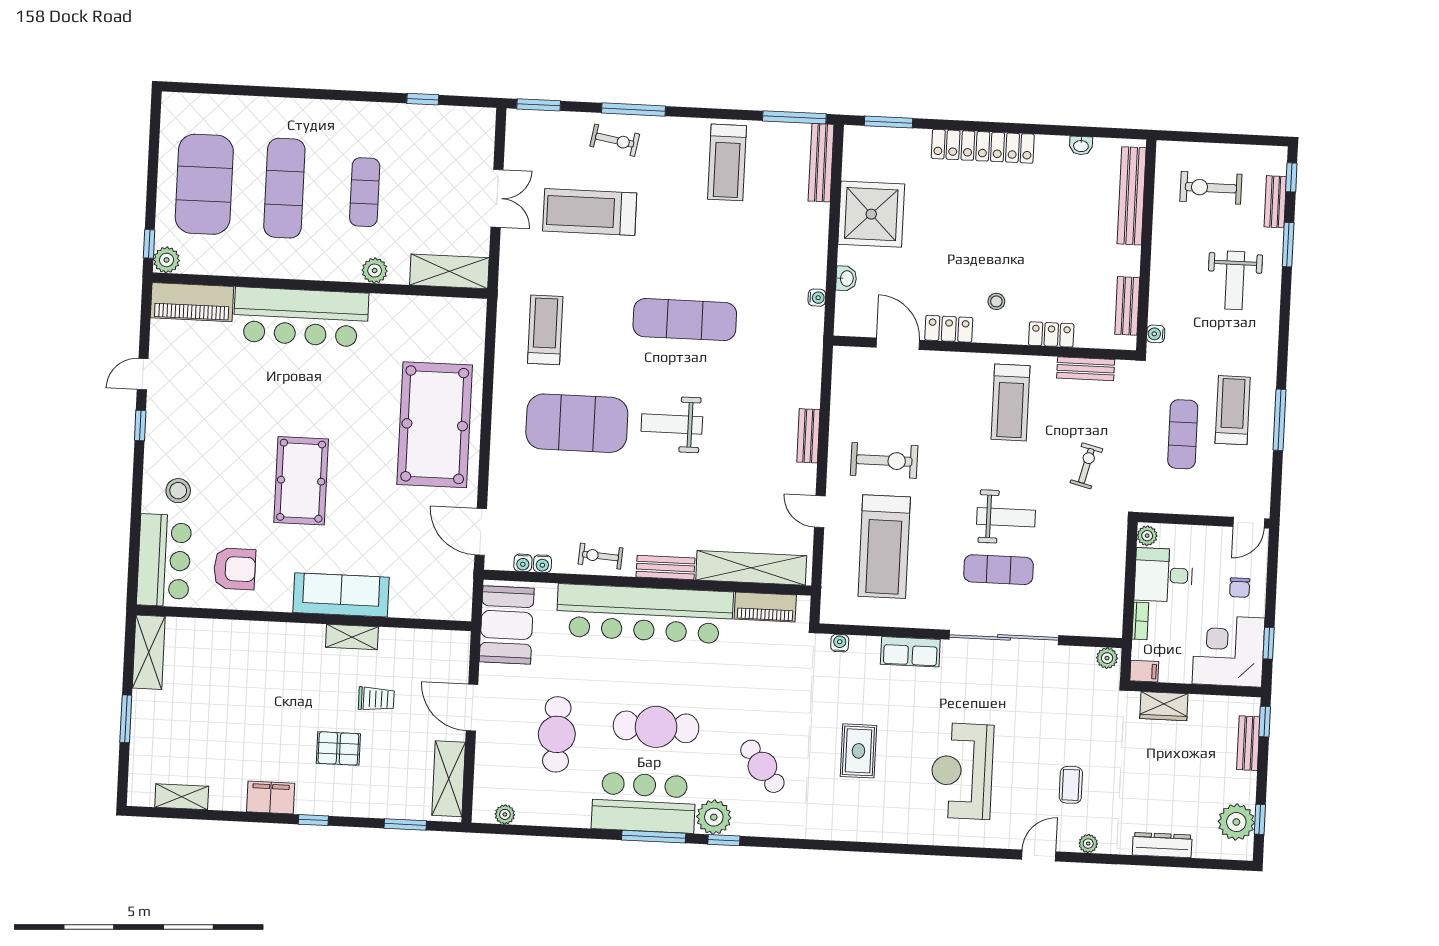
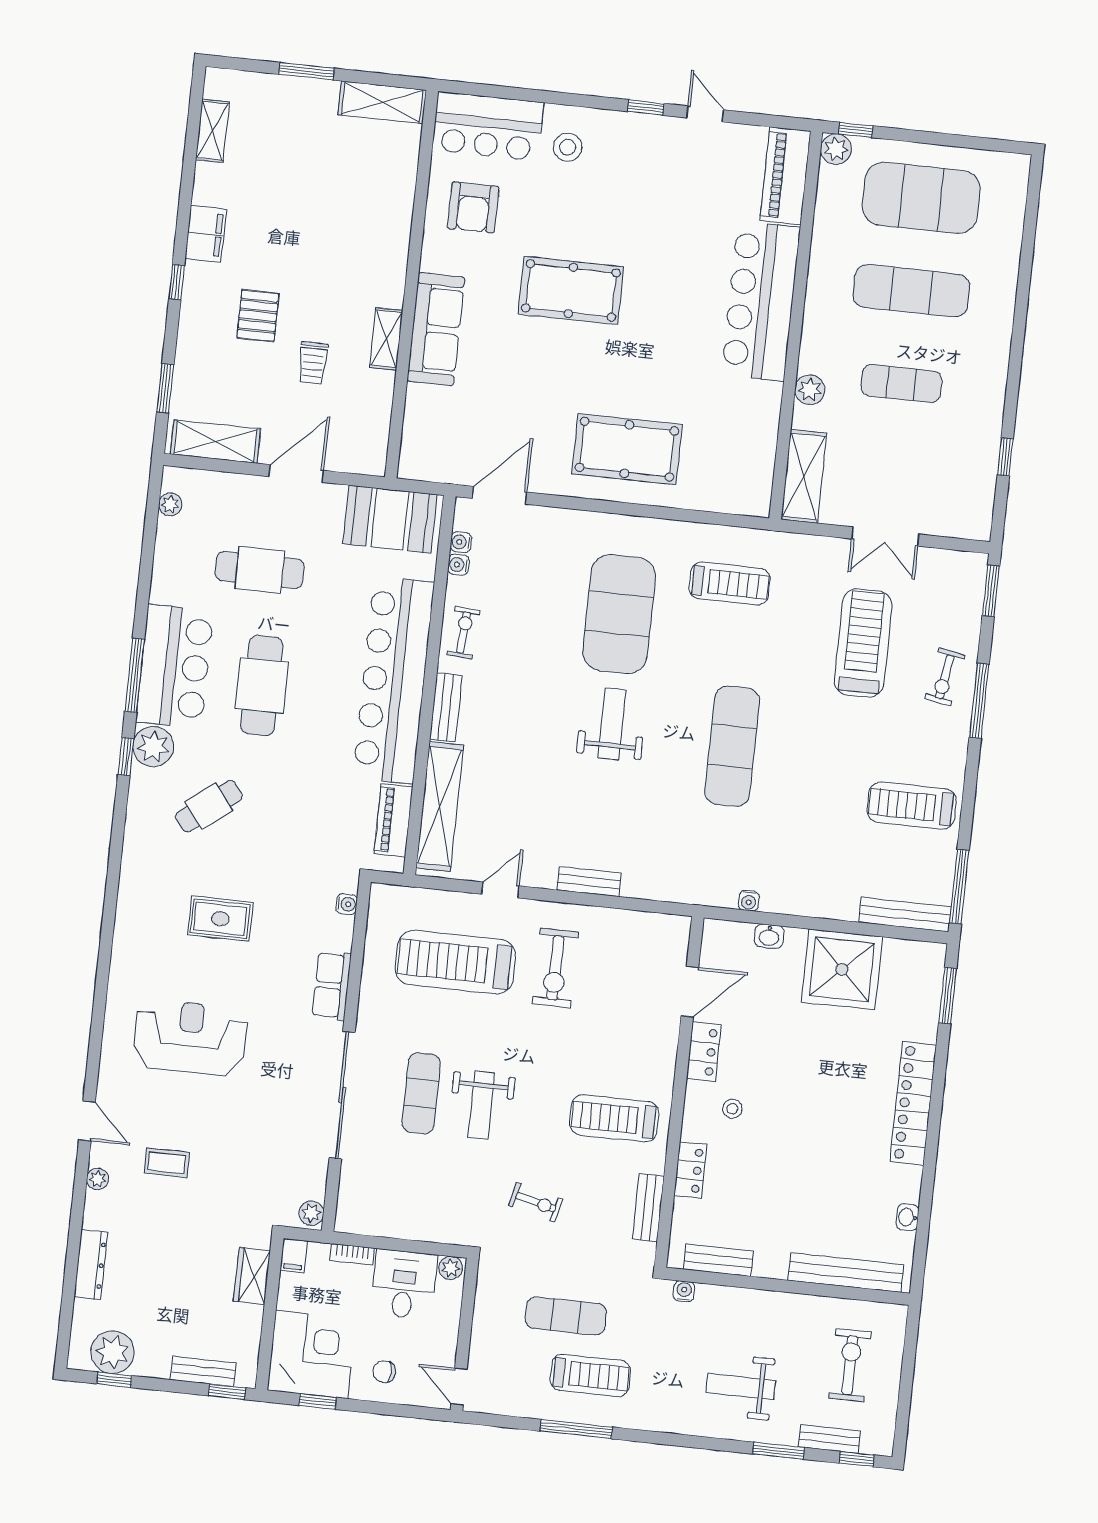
pool table: (435, 425) -> (627, 449), width x0.73, depth x0.76

